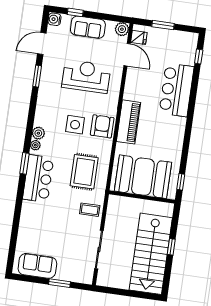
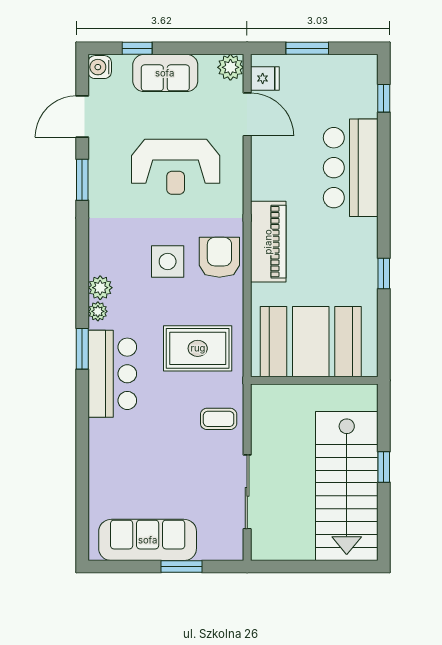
reception desk: (86, 76) -> (176, 167), turned 180
rug: (84, 172) -> (198, 348), turned 90
window: (181, 182) -> (384, 274), moved
sofa: (37, 266) -> (148, 540), width x1.36

